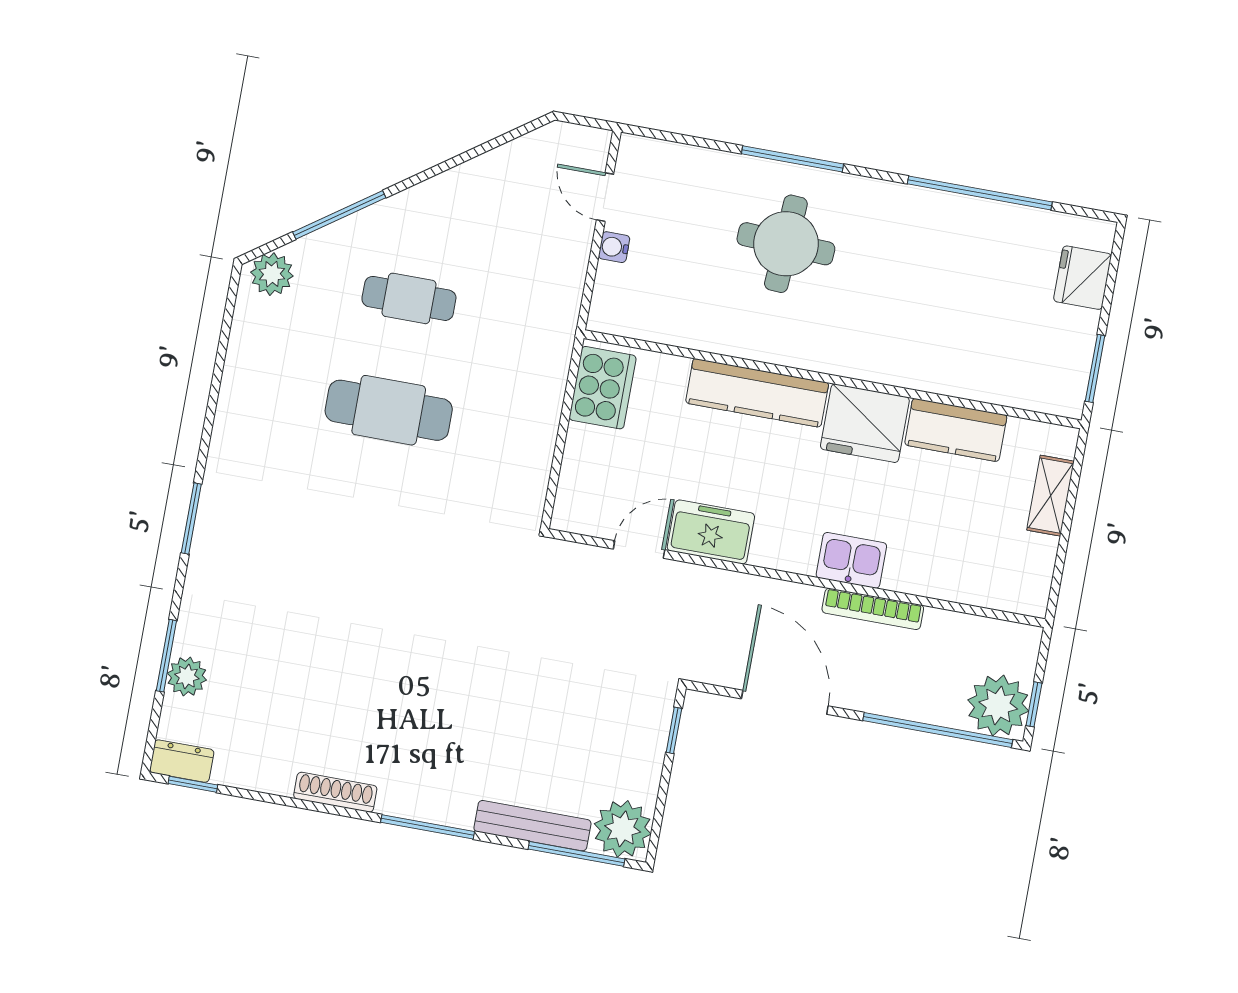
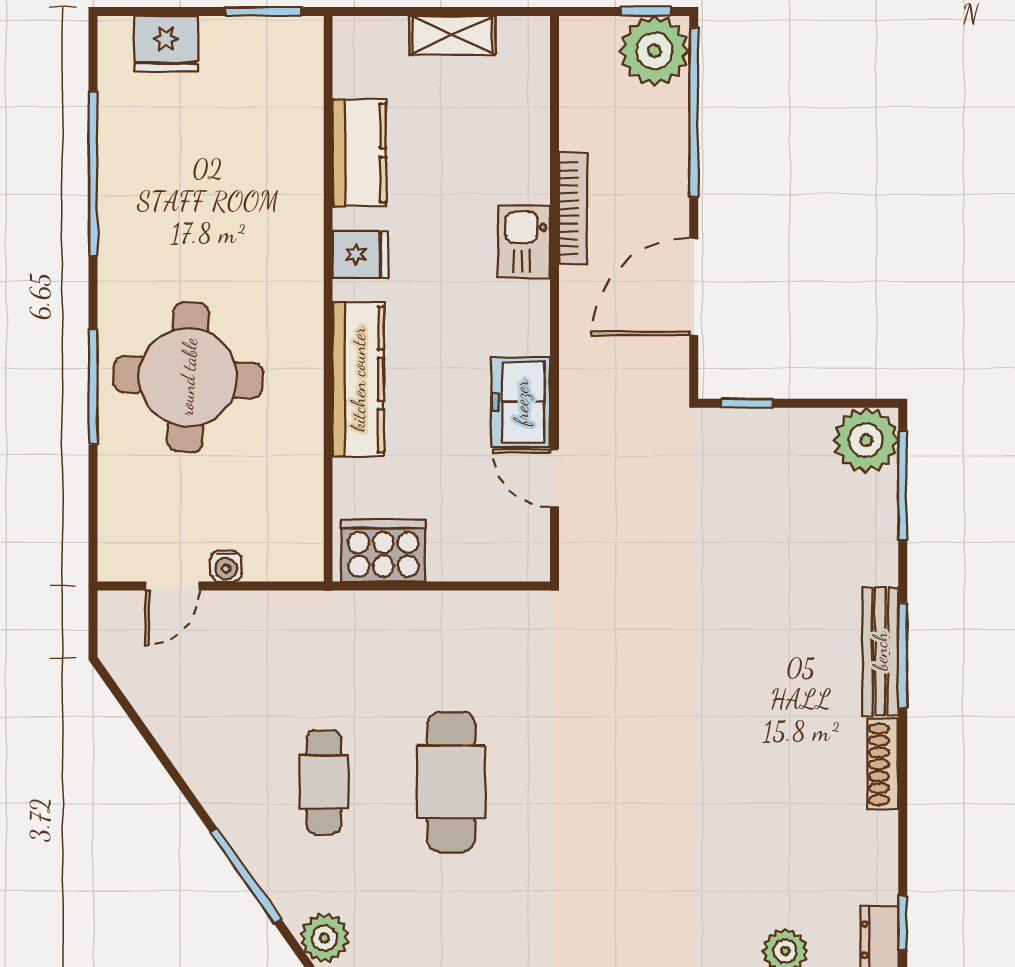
round table: (786, 244) -> (188, 377), width x1.36, depth x1.36
fridge: (865, 423) -> (361, 254), width x0.53, depth x0.75
shelving: (1050, 496) -> (452, 35), moved
bench: (532, 826) -> (880, 651), moved

